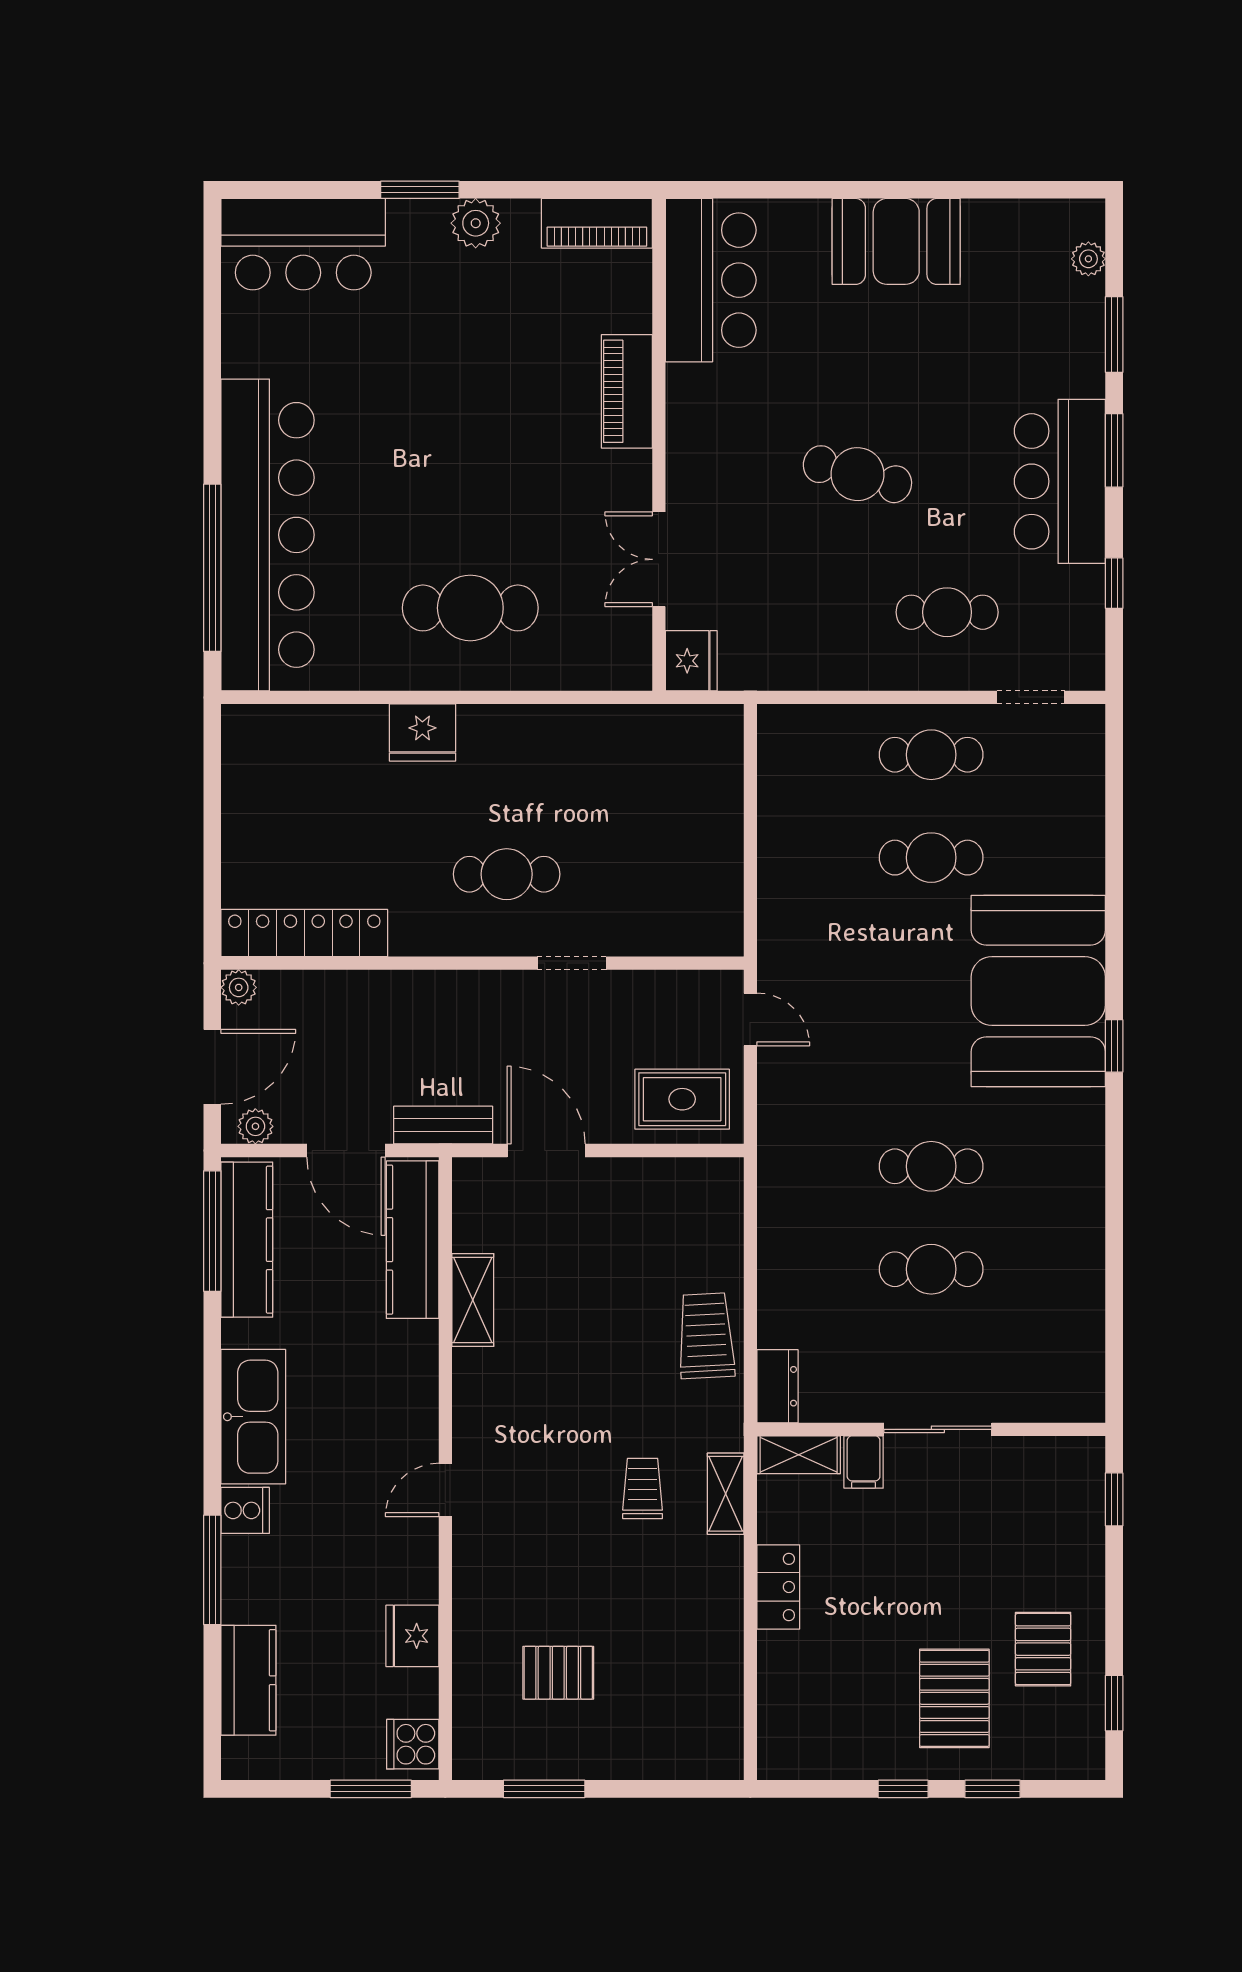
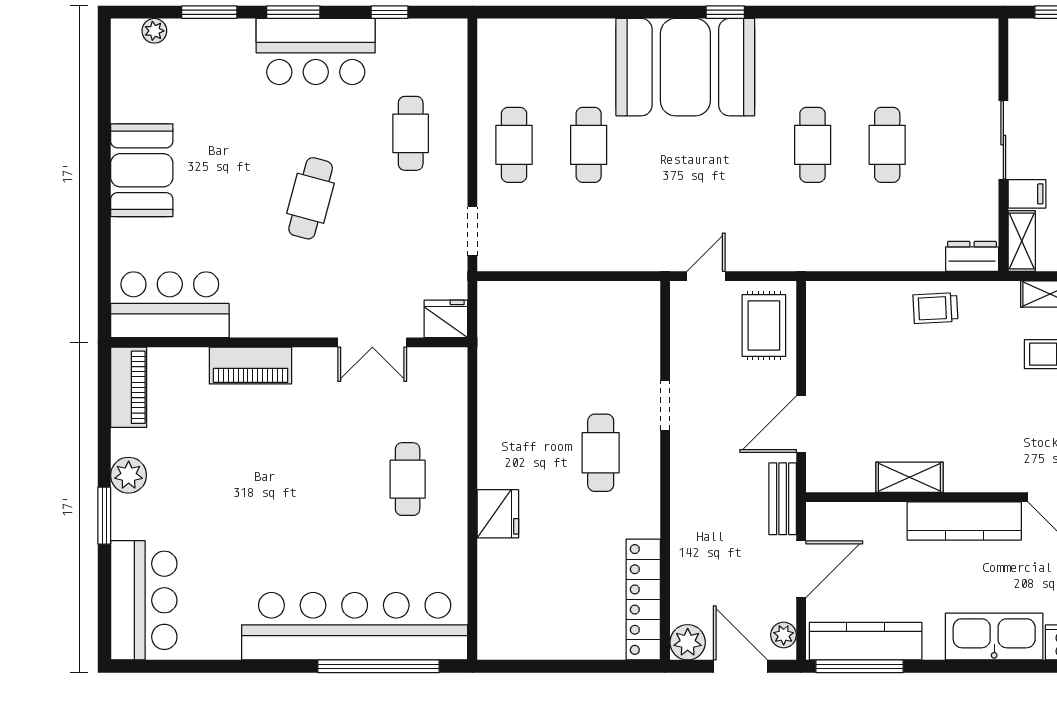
cafe table: (470, 608) -> (408, 479), width x0.73, depth x0.74
doorway: (1031, 697) -> (472, 231), moved
plant: (239, 987) -> (688, 642), width x1.38, depth x1.38
kitchen counter: (413, 1240) -> (964, 521), moved
trolley: (706, 1336) -> (935, 308), width x0.73, depth x0.72

